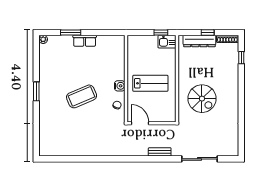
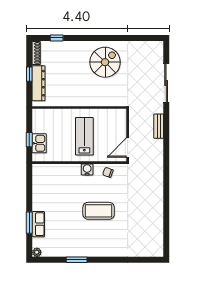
window: (161, 33) -> (29, 140), moved
row of seats: (85, 41) -> (38, 224), moved
kitchen sink: (167, 42) -> (39, 143), moved
window: (36, 91) -> (77, 260), moved
coffee table: (82, 96) -> (99, 211), turned -67
spiral stairs: (202, 99) -> (105, 62), moved

